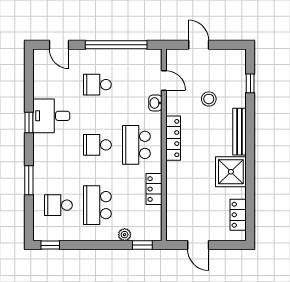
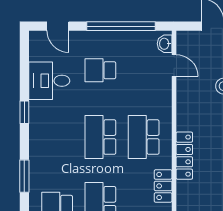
washbasin: (155, 103) -> (165, 44), moved
desk: (51, 116) -> (49, 81), moved
locker: (173, 138) -> (184, 156), moved
school desk: (97, 145) -> (100, 137), width x1.85

